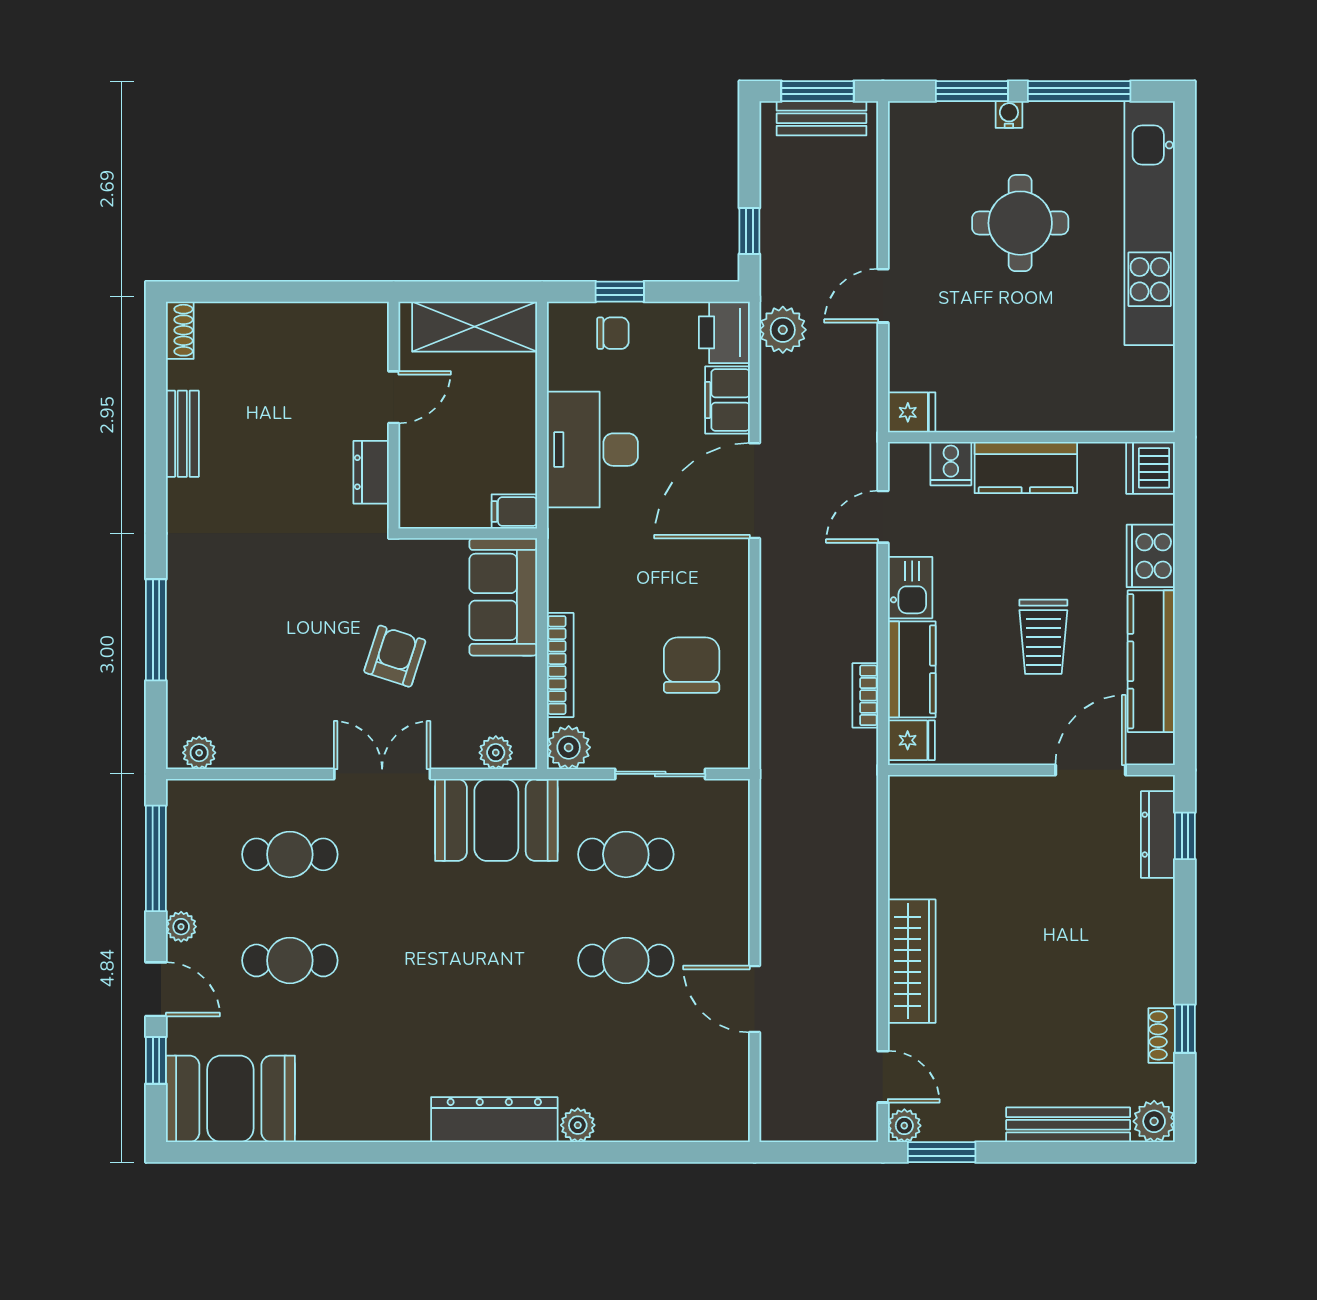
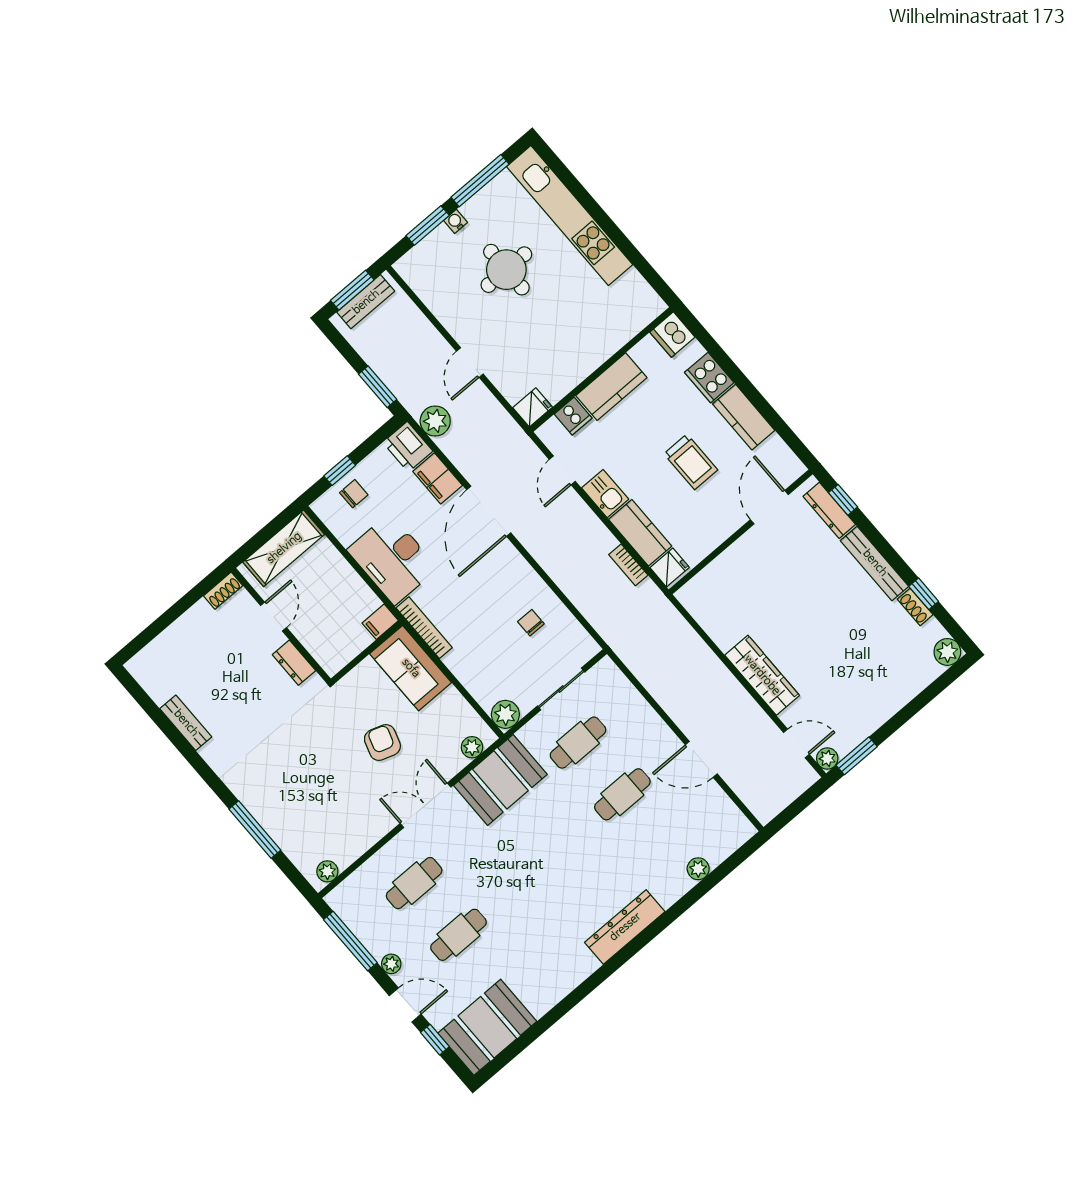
window: (749, 231) -> (378, 387), width x1.50
shoe rack: (180, 330) -> (223, 591), moved, turned 90
kitchen counter: (1151, 661) -> (744, 417), width x0.67
bookcase: (560, 665) -> (424, 628), moved
chair: (692, 665) -> (531, 623), width x0.54, depth x0.54
plant: (578, 1125) -> (698, 869), moved
bench: (1068, 1125) -> (875, 563), moved, turned 90

